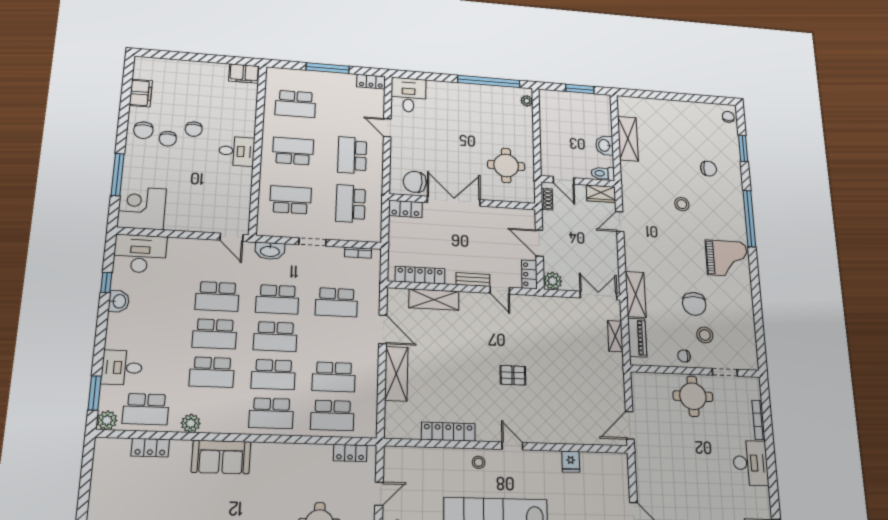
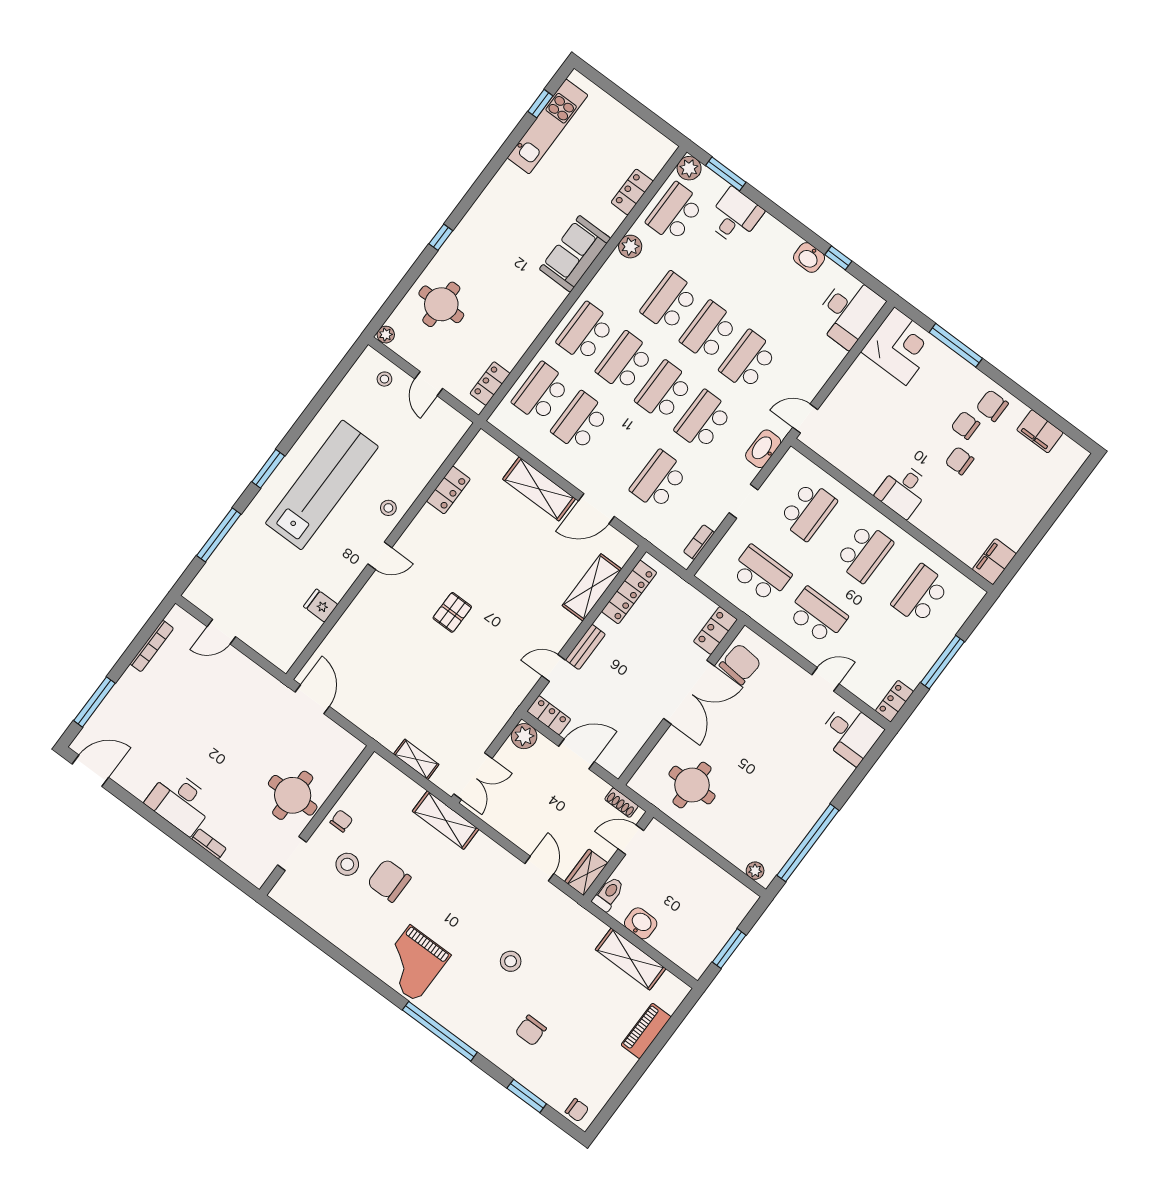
piano: (637, 338) -> (646, 1031), moved, turned 90
bookcase: (758, 420) -> (209, 844), width x0.64
locker: (448, 432) -> (448, 490), width x0.66

